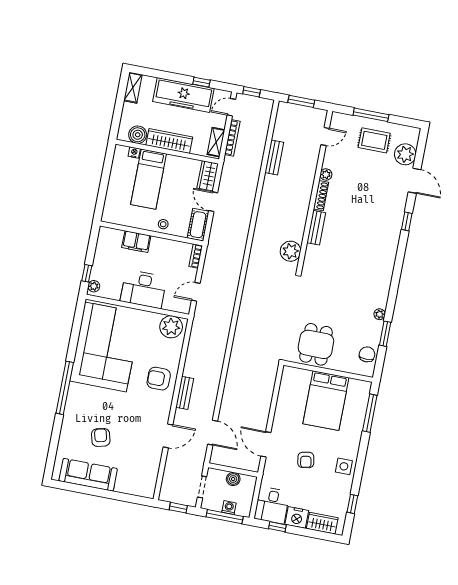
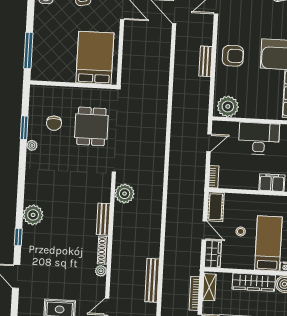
plant: (405, 154) -> (33, 215), moved
bench: (274, 157) -> (152, 280), width x1.36
stool: (163, 224) -> (241, 231), moved
dining table: (316, 344) -> (91, 126), moved
chair: (367, 354) -> (54, 123), moved
bench: (185, 393) -> (206, 61), moved
bed: (326, 401) -> (95, 58), moved

